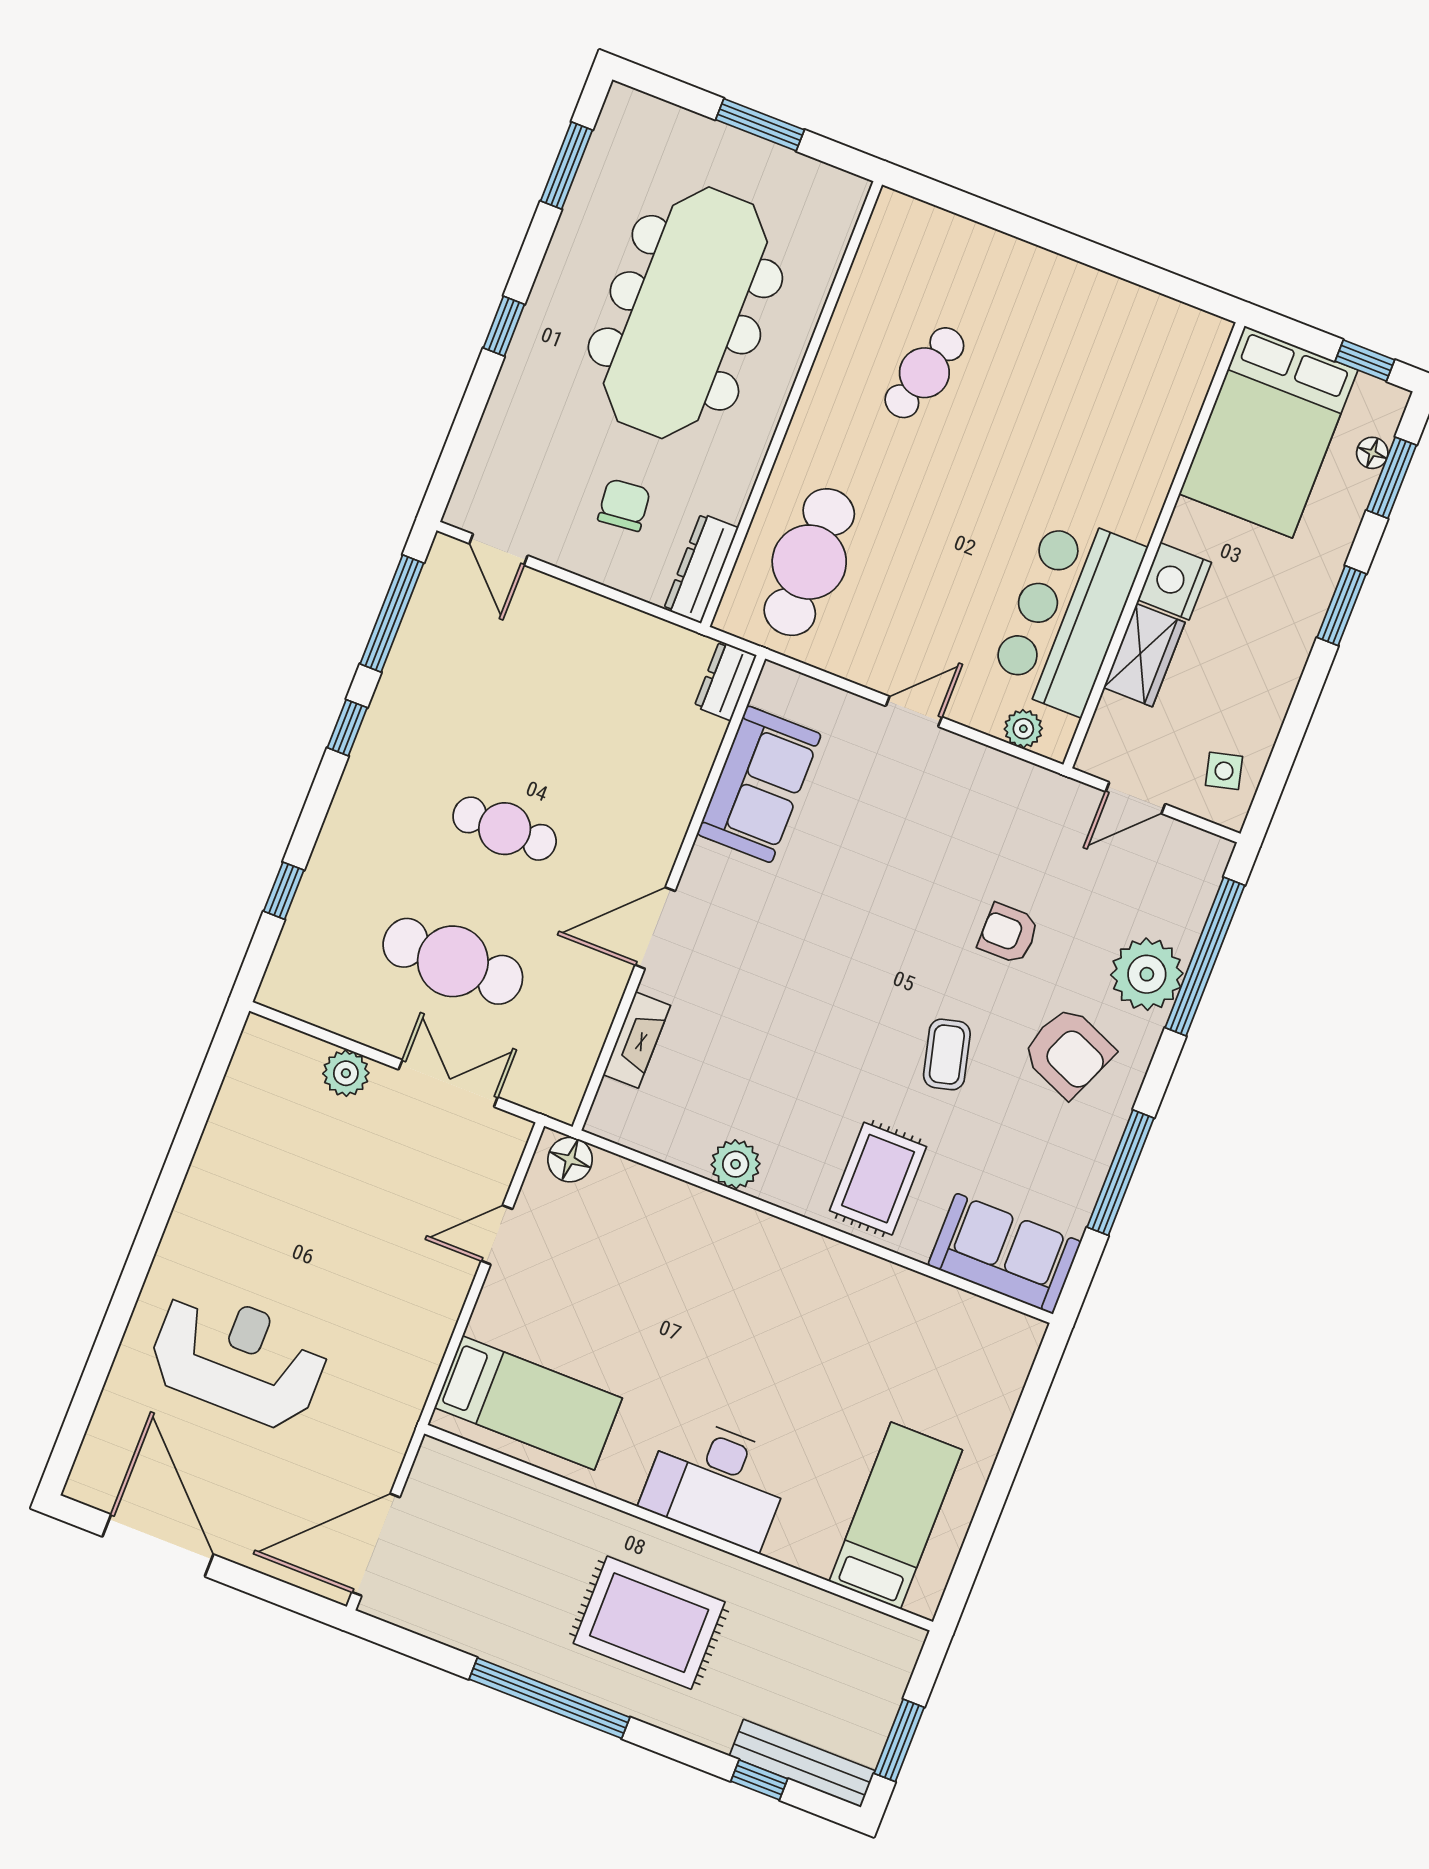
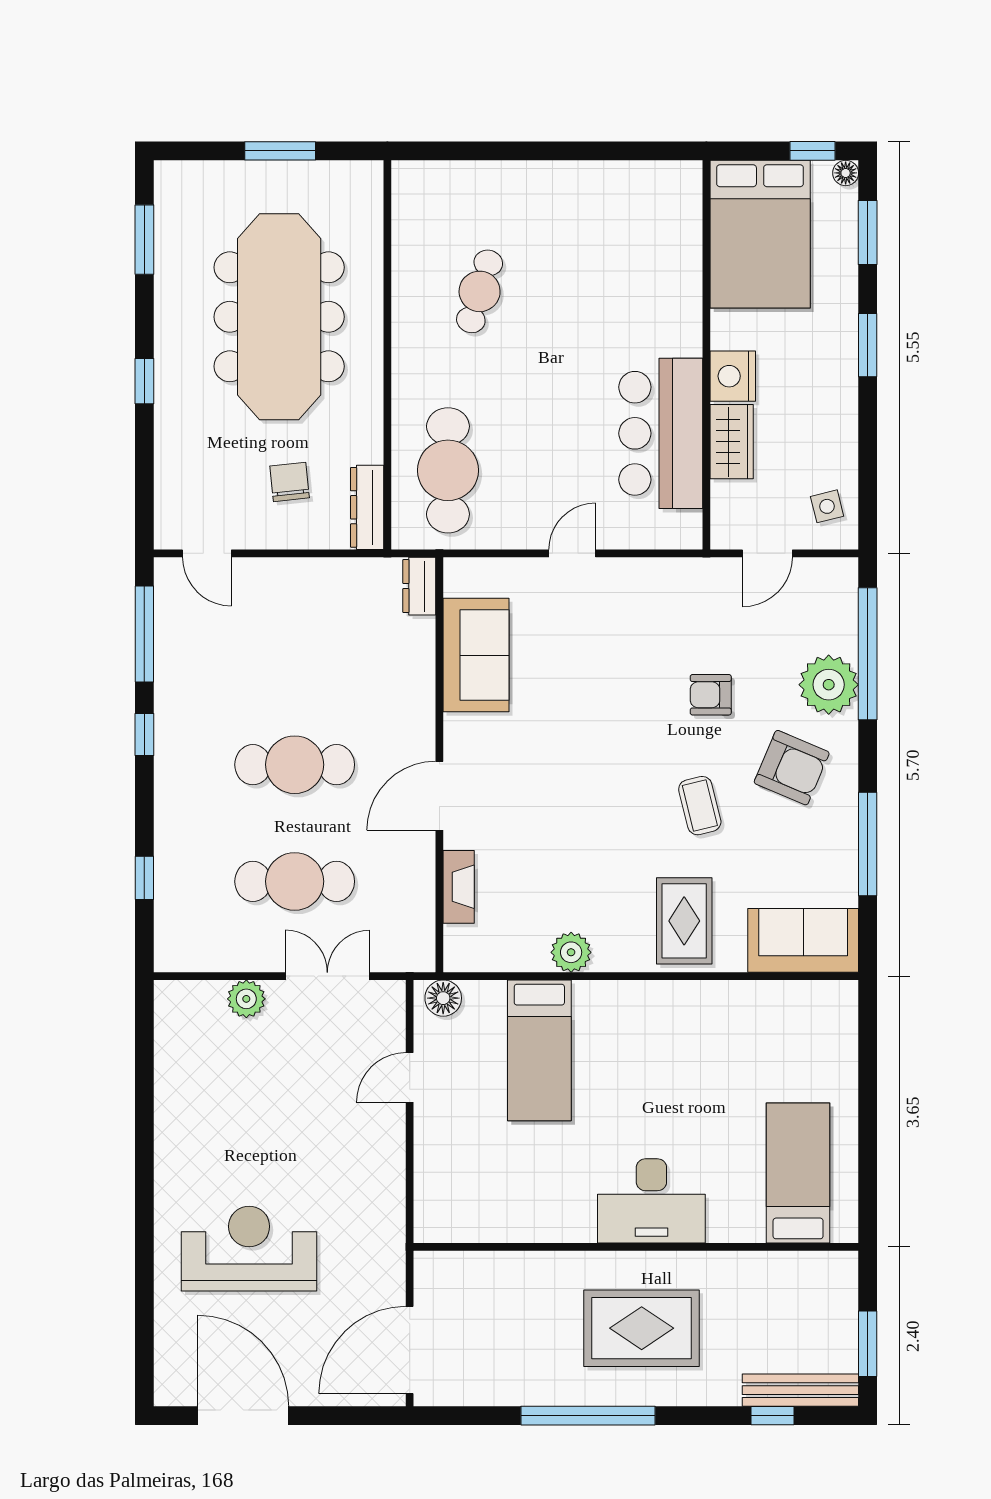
floor lamp: (1372, 453) -> (846, 173), moved
plant: (1023, 729) -> (661, 534), removed
cafe table: (505, 829) -> (295, 765), width x1.37, depth x1.35
bed: (528, 1403) -> (539, 1050), moved, turned 90

